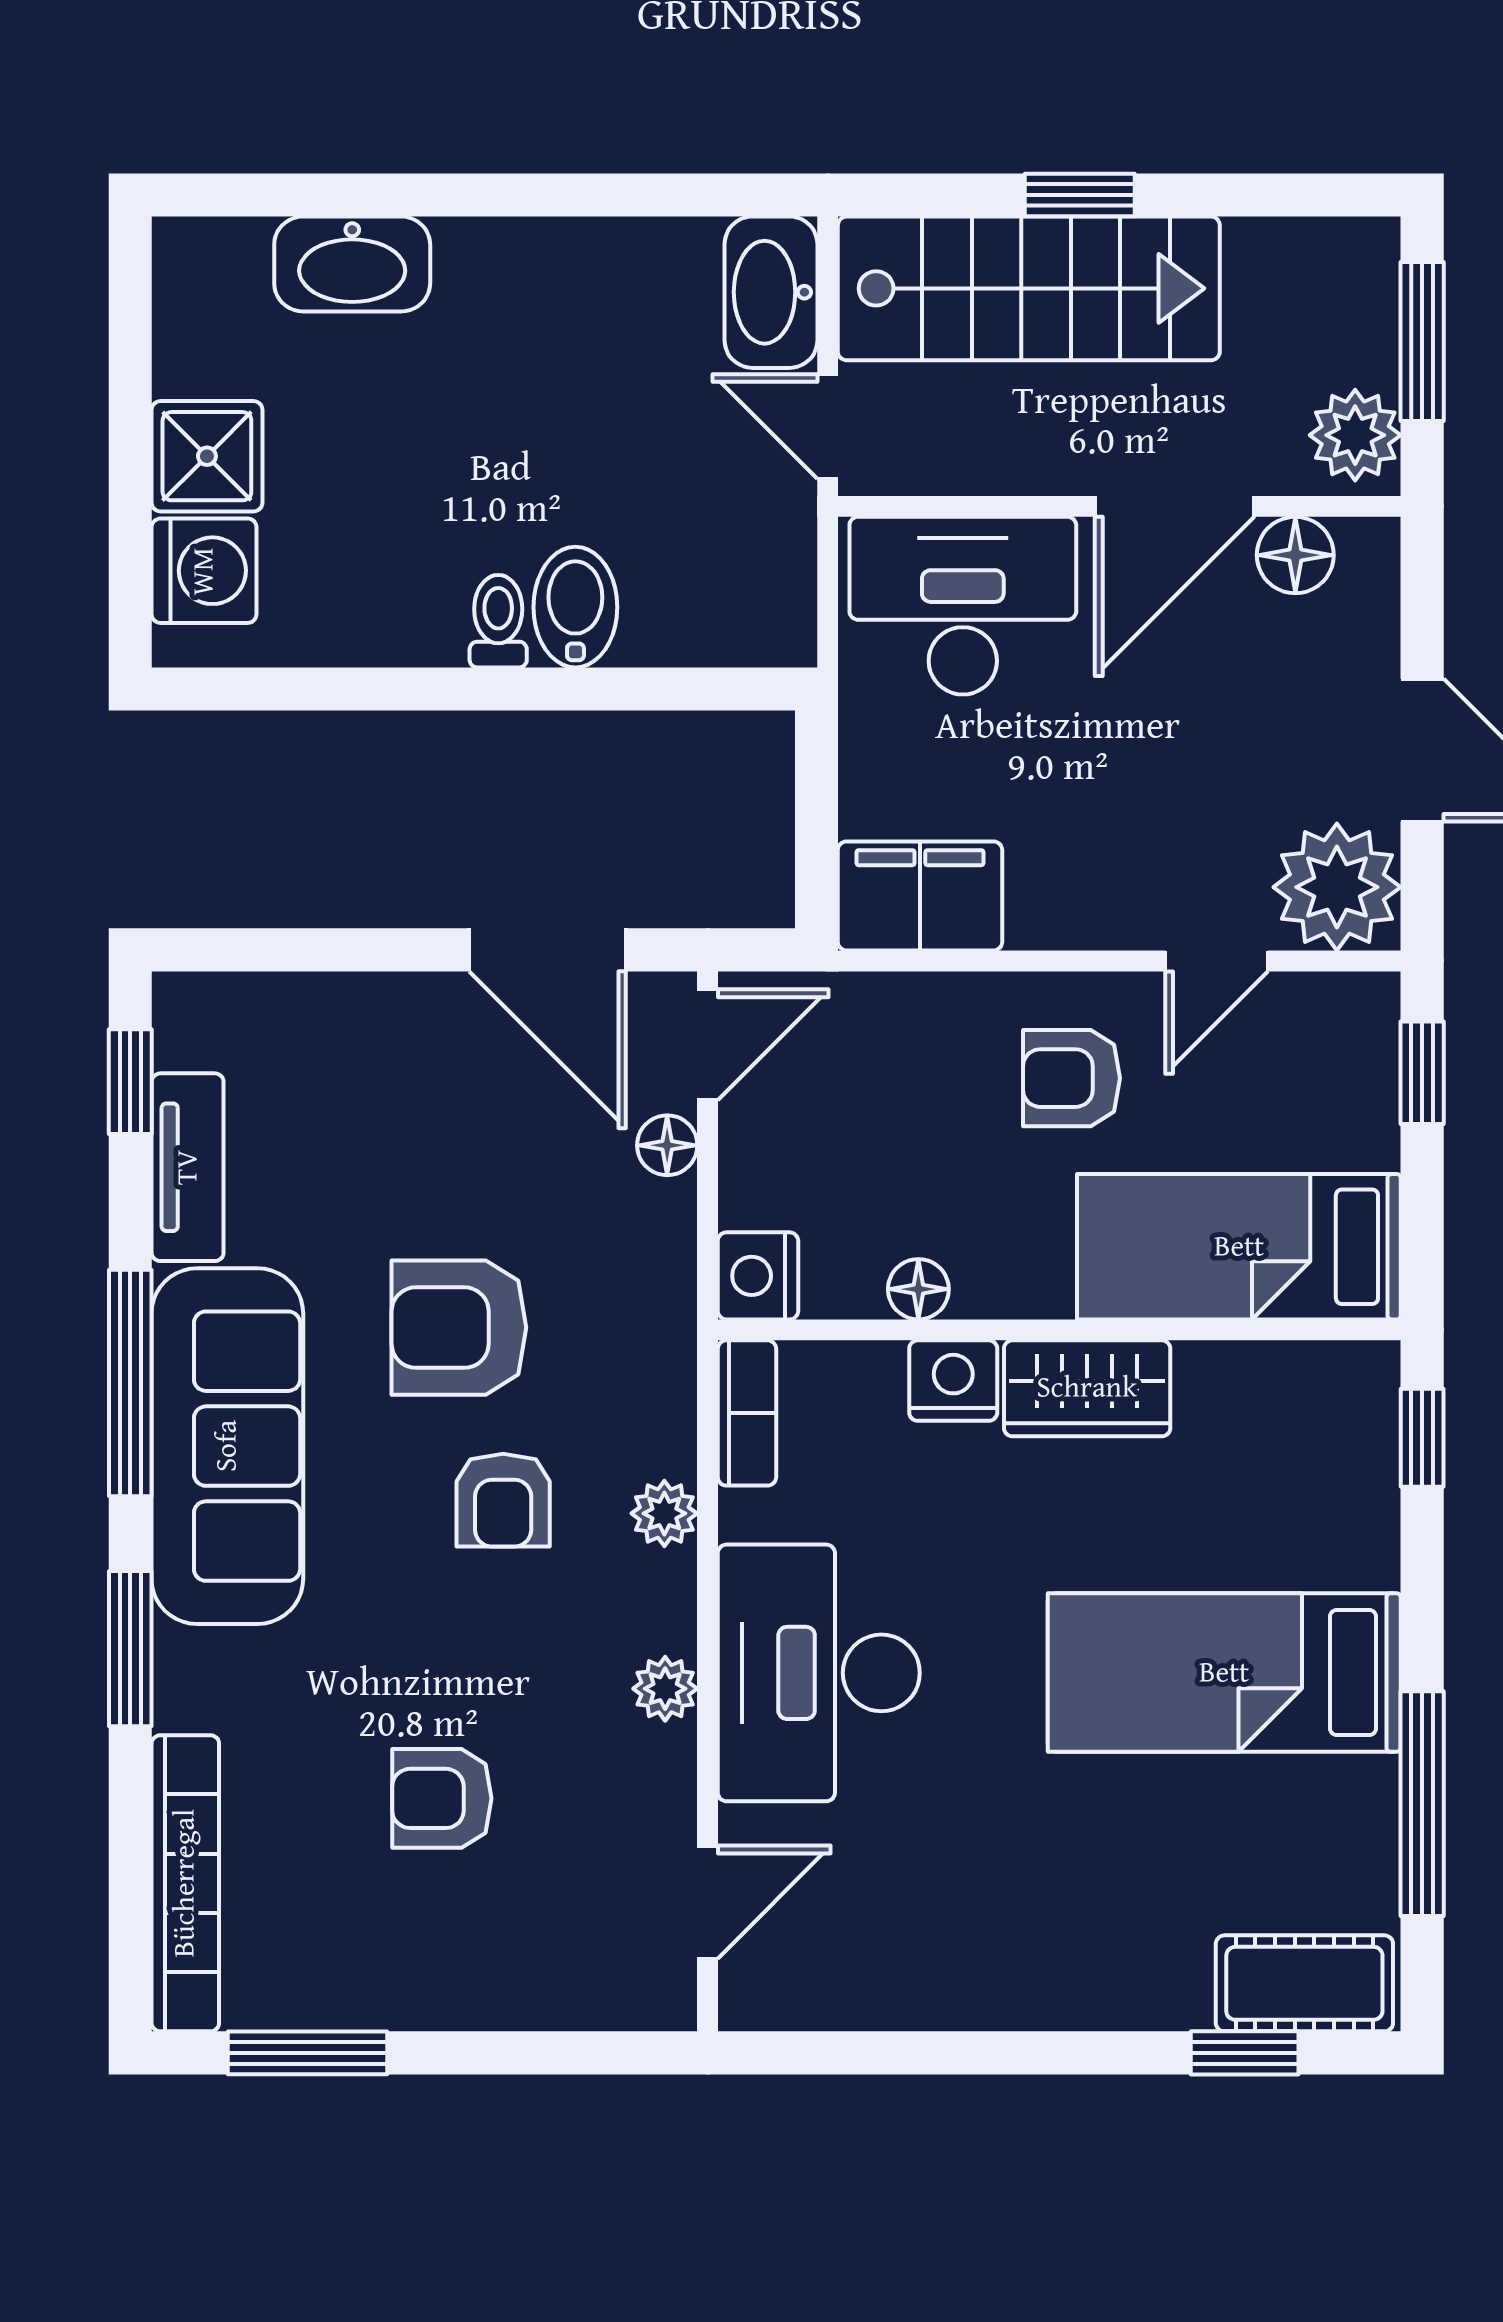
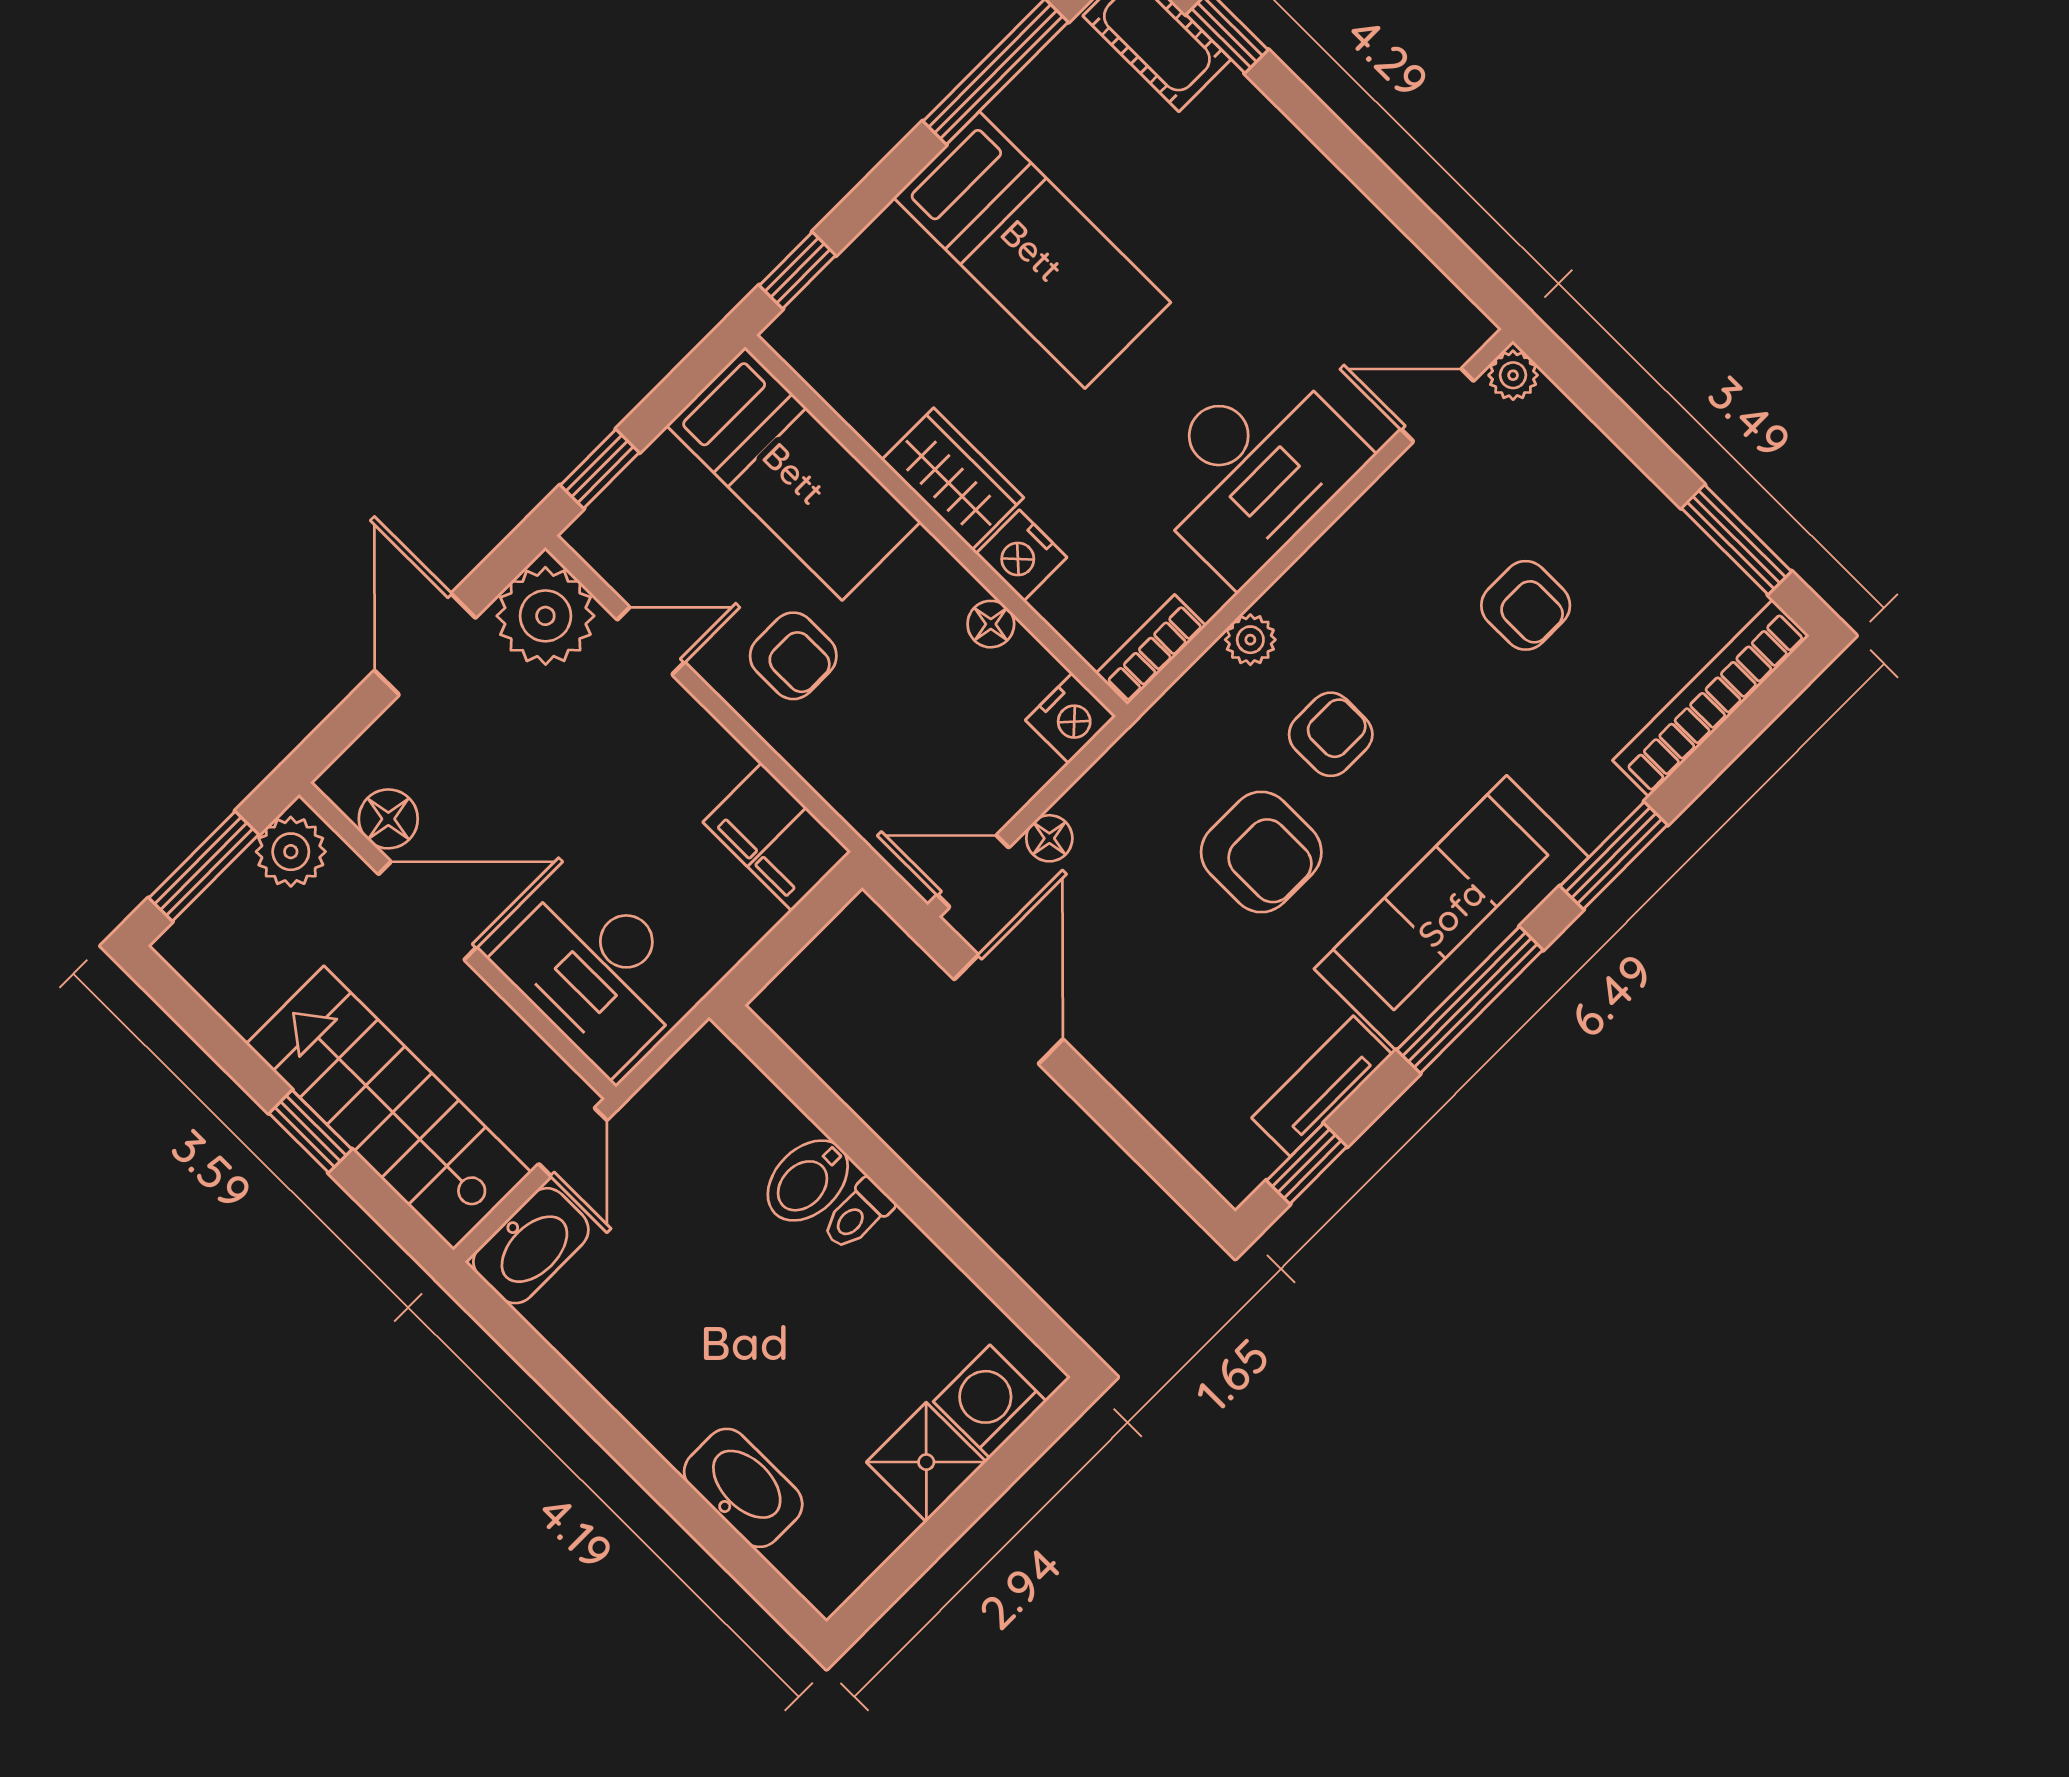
plant: (665, 1689) -> (1513, 375), moved

